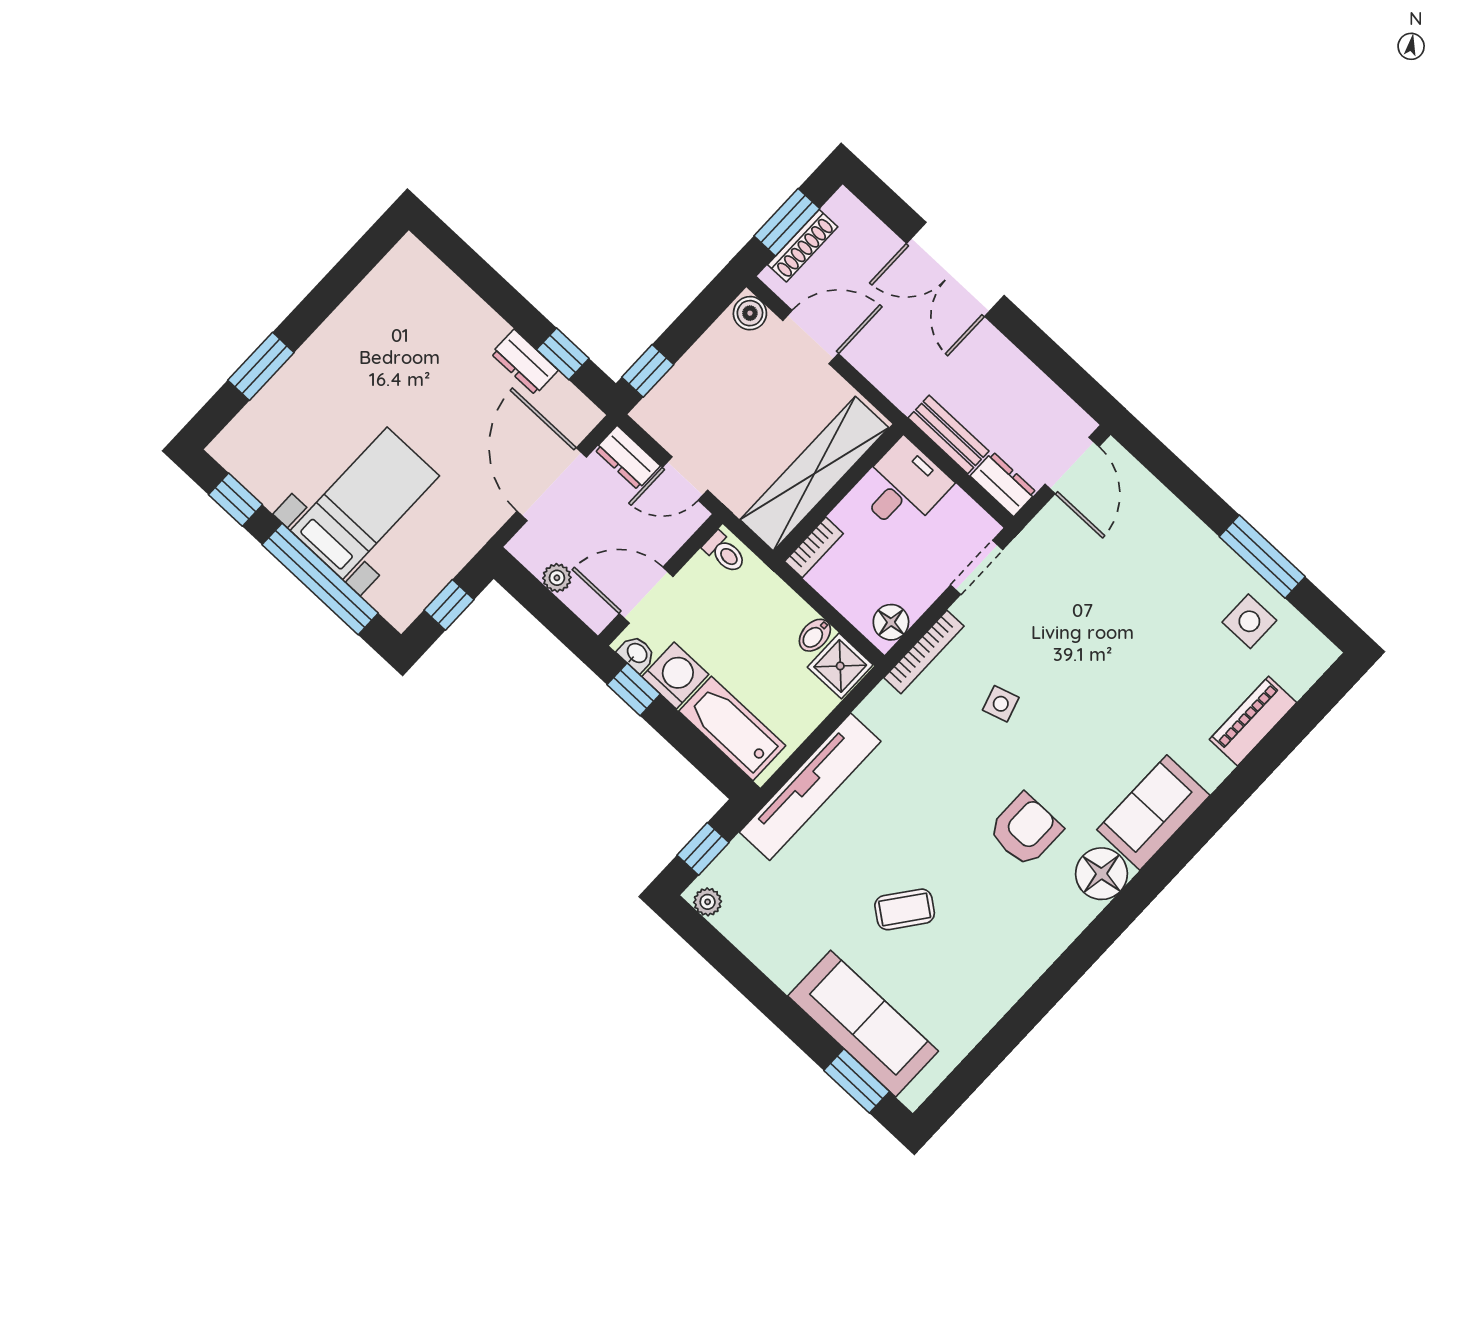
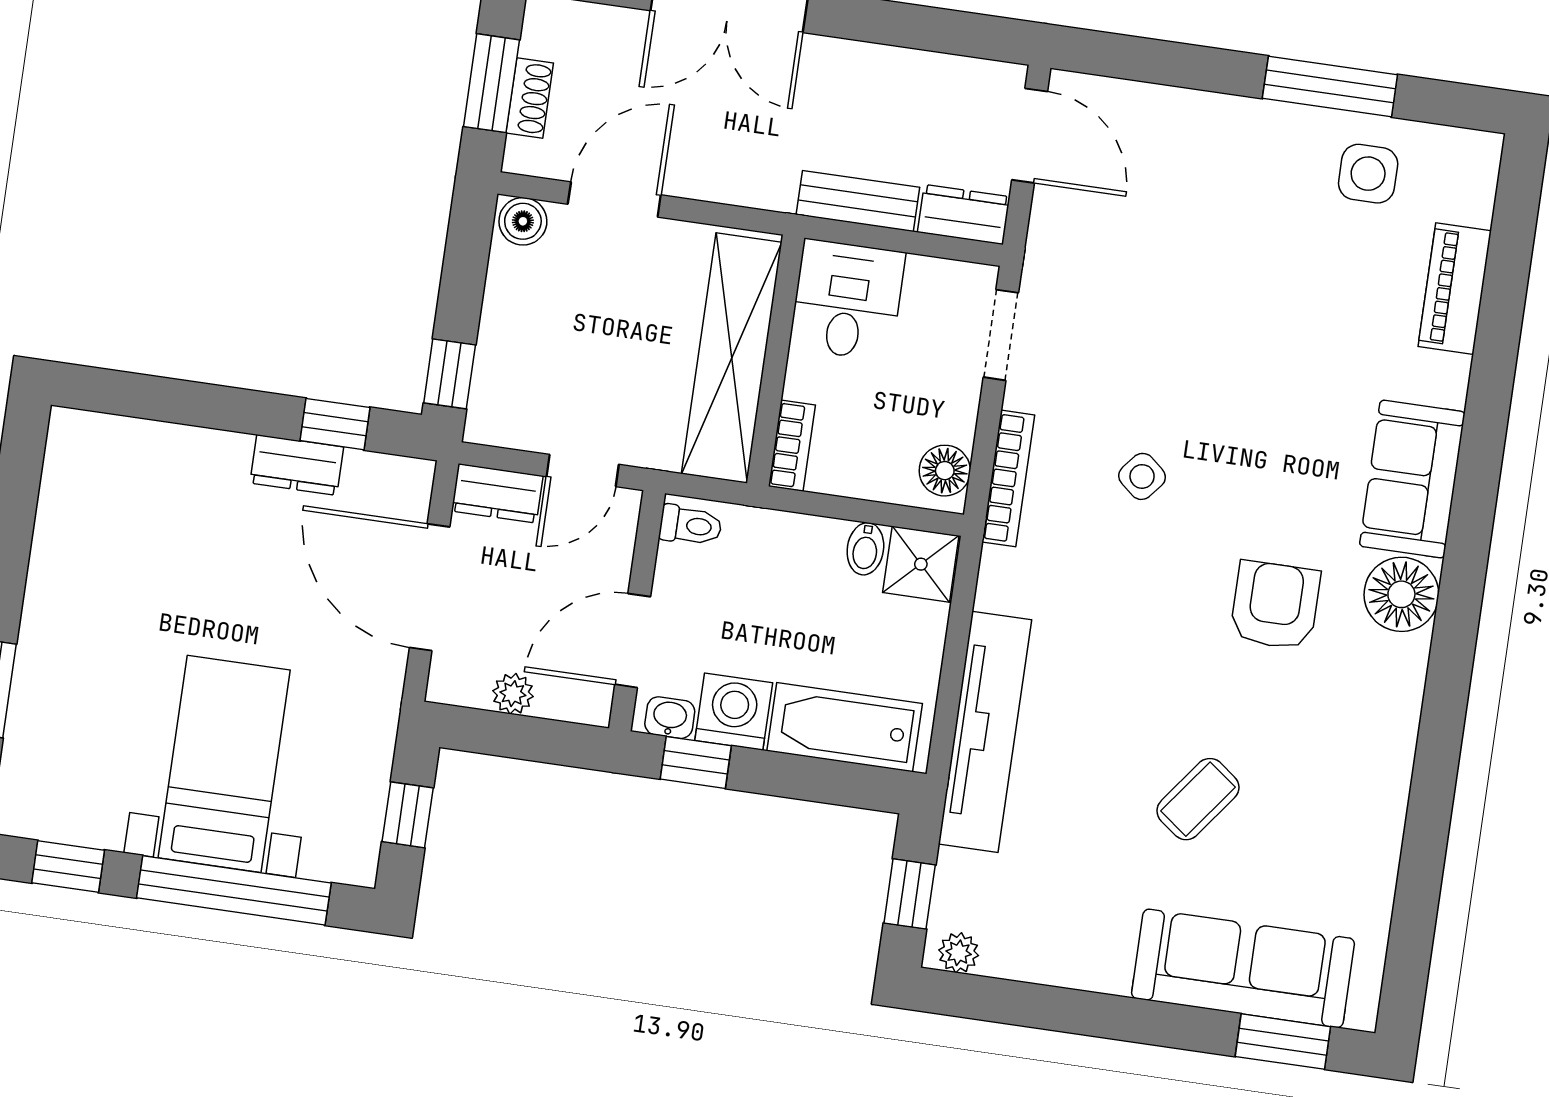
shoe rack: (803, 246) -> (530, 98), width x0.70
side table: (1001, 704) -> (1142, 476), turned -33

